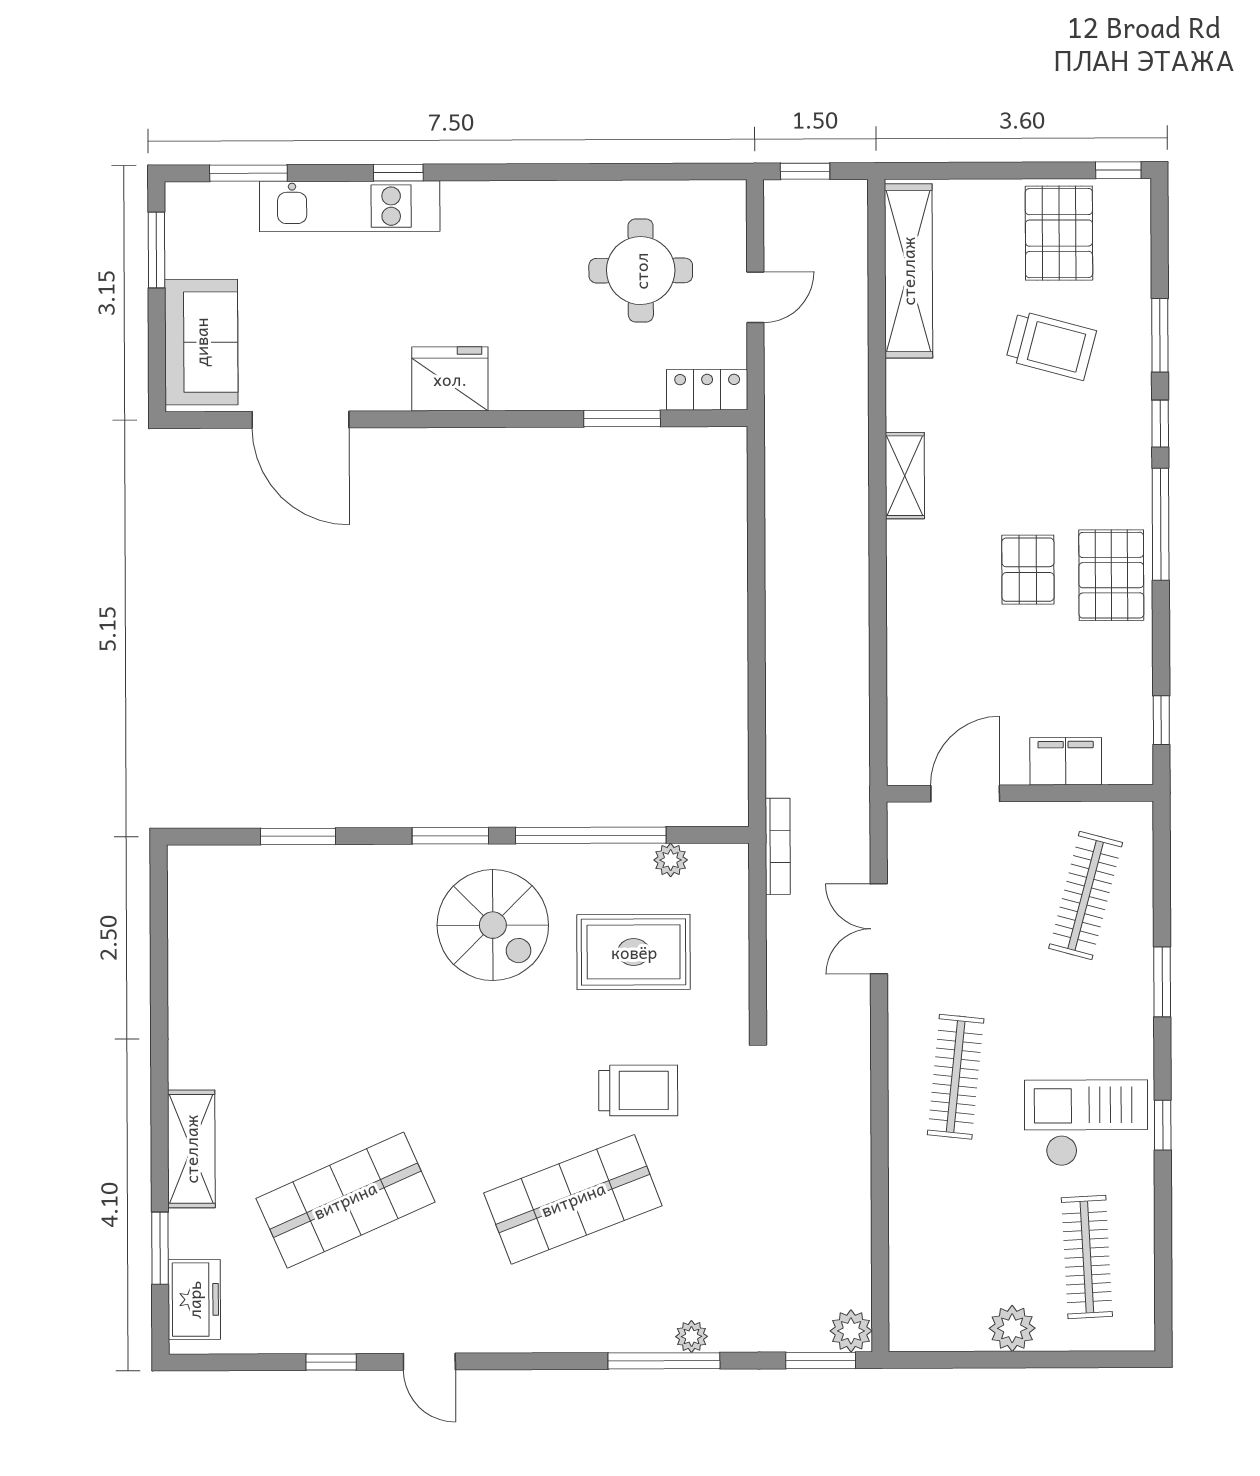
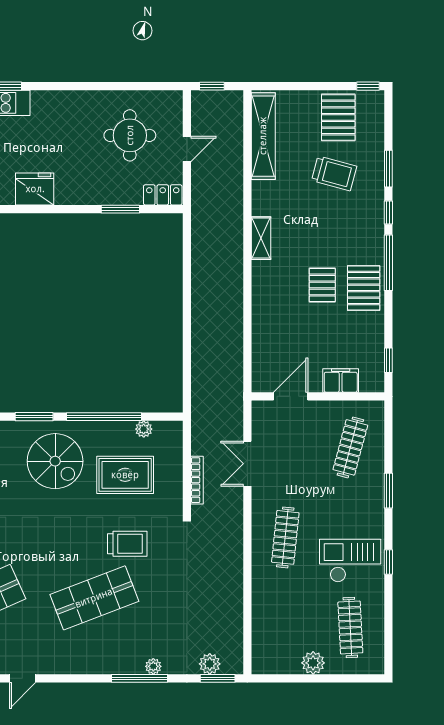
bookcase: (778, 846) -> (197, 480), moved
plant: (851, 1331) -> (210, 664), moved
door: (429, 1362) -> (23, 678), hinge flipped

